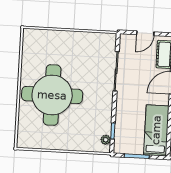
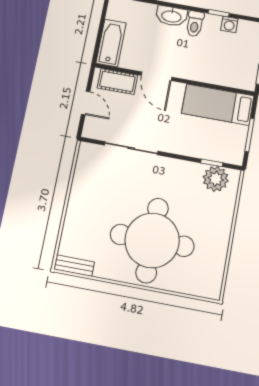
bench: (27, 42) -> (74, 266), added
plant: (106, 140) -> (216, 179), width x1.88, depth x1.88

